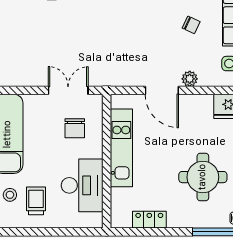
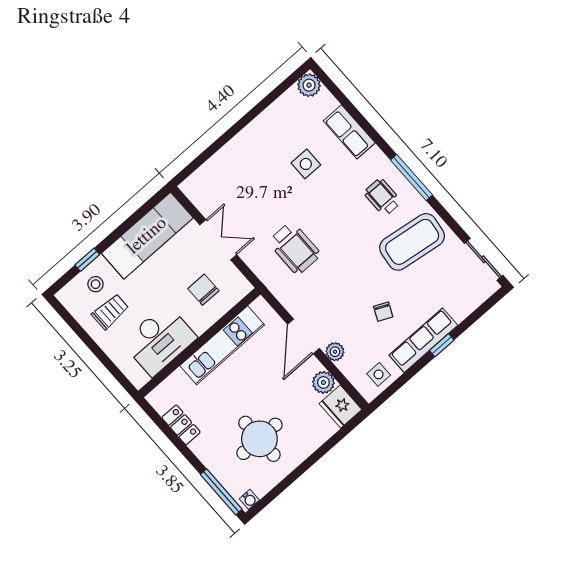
wheelchair: (100, 46) -> (295, 248), added
double door: (68, 90) -> (218, 240), moved
plant: (203, 104) -> (323, 382), added
chair: (75, 128) -> (203, 290), turned 90

